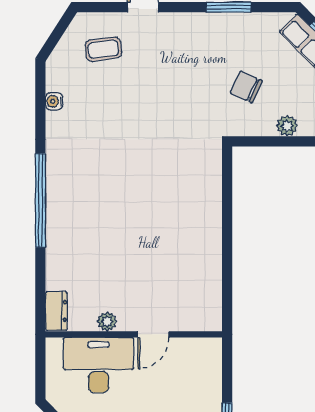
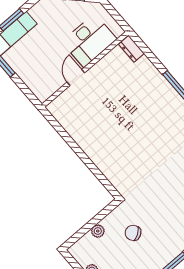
chair: (246, 87) -> (133, 233), turned -147
plant: (107, 322) -> (103, 65), removed

